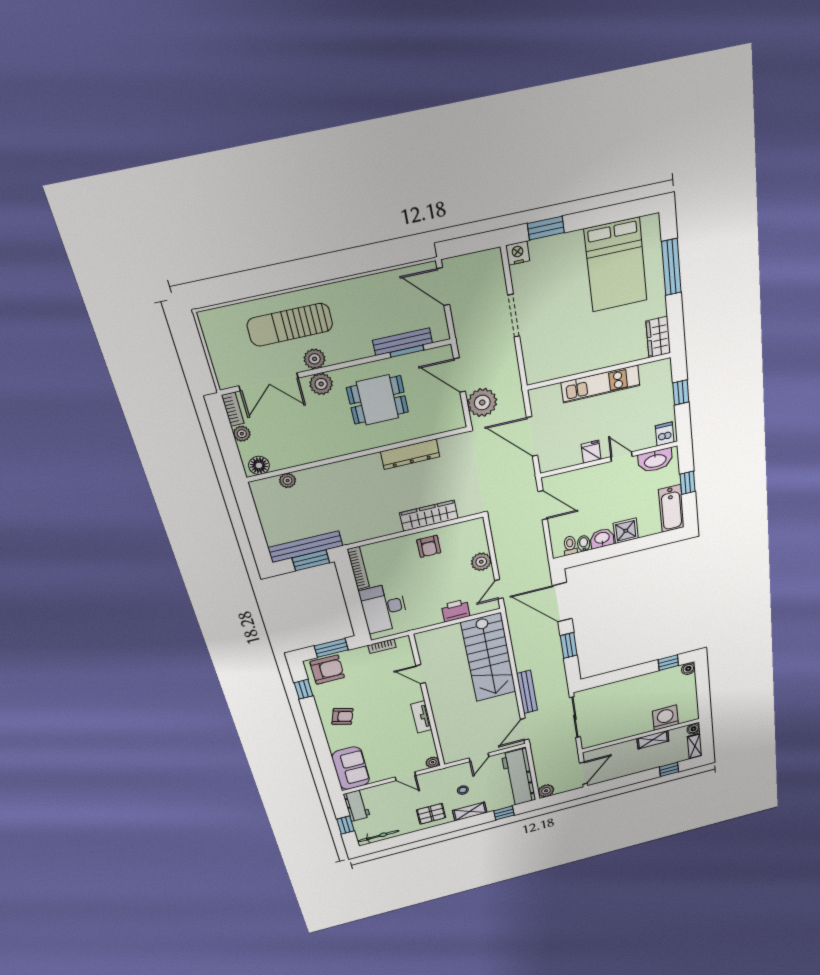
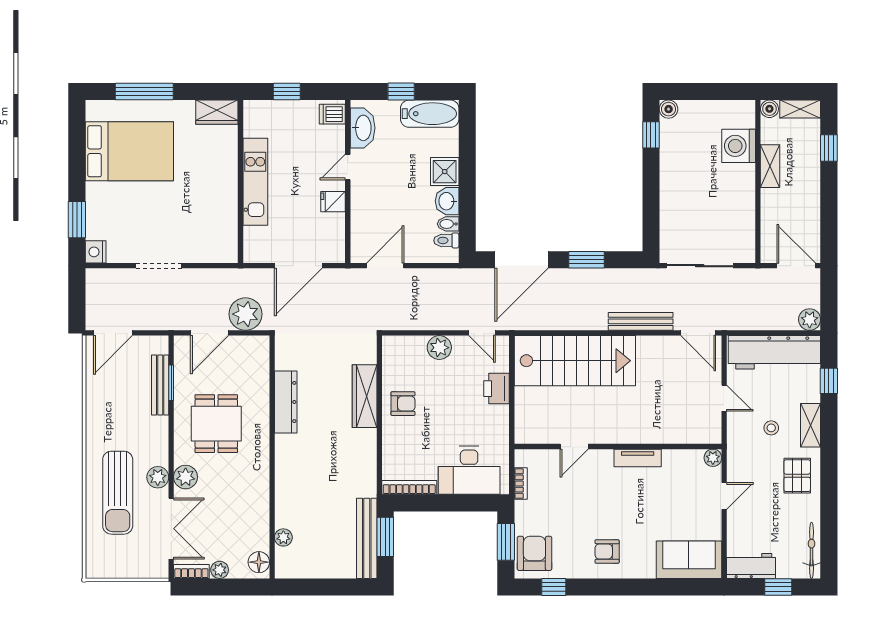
armchair: (343, 716) -> (607, 551), turned -108

